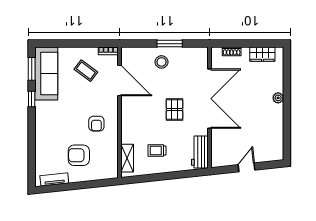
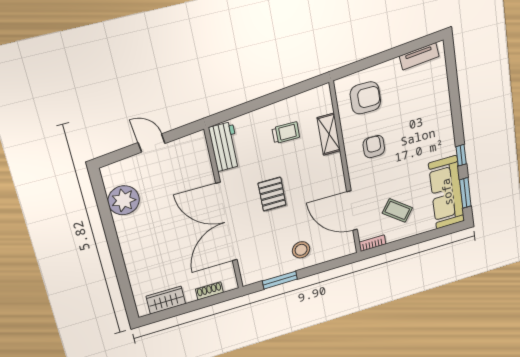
window: (170, 44) -> (280, 280), moved
plant: (278, 98) -> (124, 200), moved, width x1.88, depth x1.88
armchair: (79, 155) -> (365, 98), moved
shelving: (127, 158) -> (329, 134), moved
door: (247, 167) -> (152, 143), swing flipped

